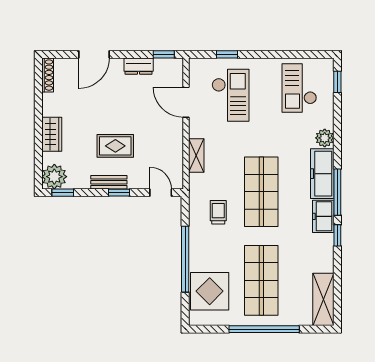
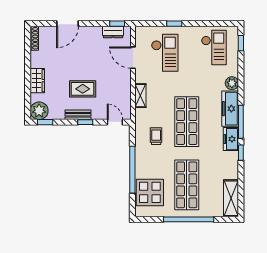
window: (227, 54) -> (174, 24), moved
dresser: (139, 66) -> (113, 32), moved
checkout: (299, 88) -> (214, 48), turned 180

